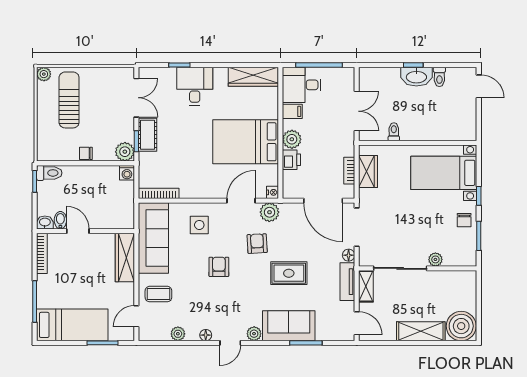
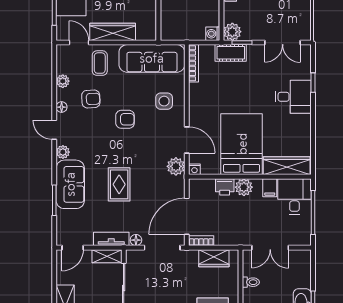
wardrobe: (253, 77) -> (287, 166), moved, turned 90
cot: (147, 135) -> (231, 53), moved
bookcase: (349, 171) -> (201, 241), moved
armchair: (257, 244) -> (91, 99), moved
wardrobe: (125, 258) -> (113, 32), moved

